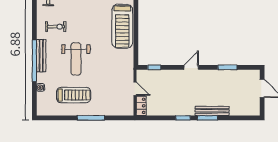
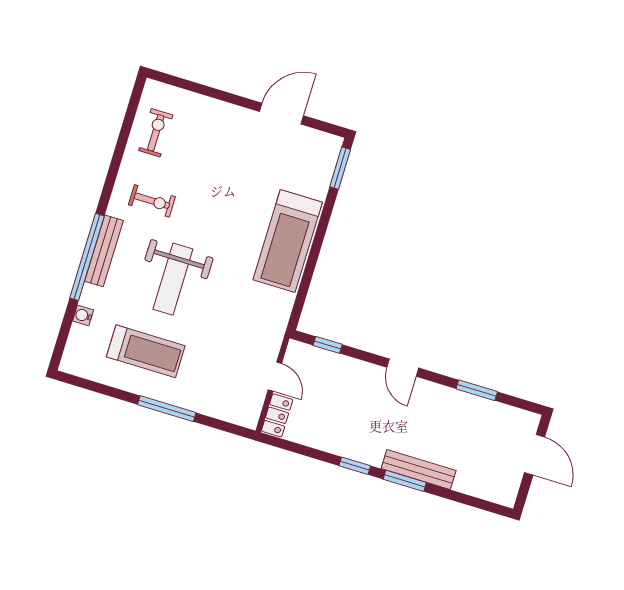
door: (191, 67) -> (403, 368), swing flipped

